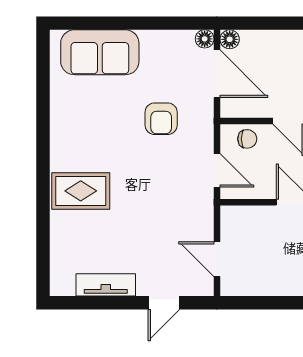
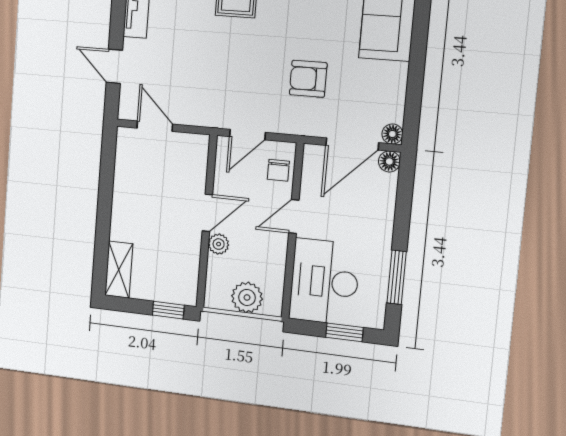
door: (217, 259) -> (155, 126), hinge flipped

